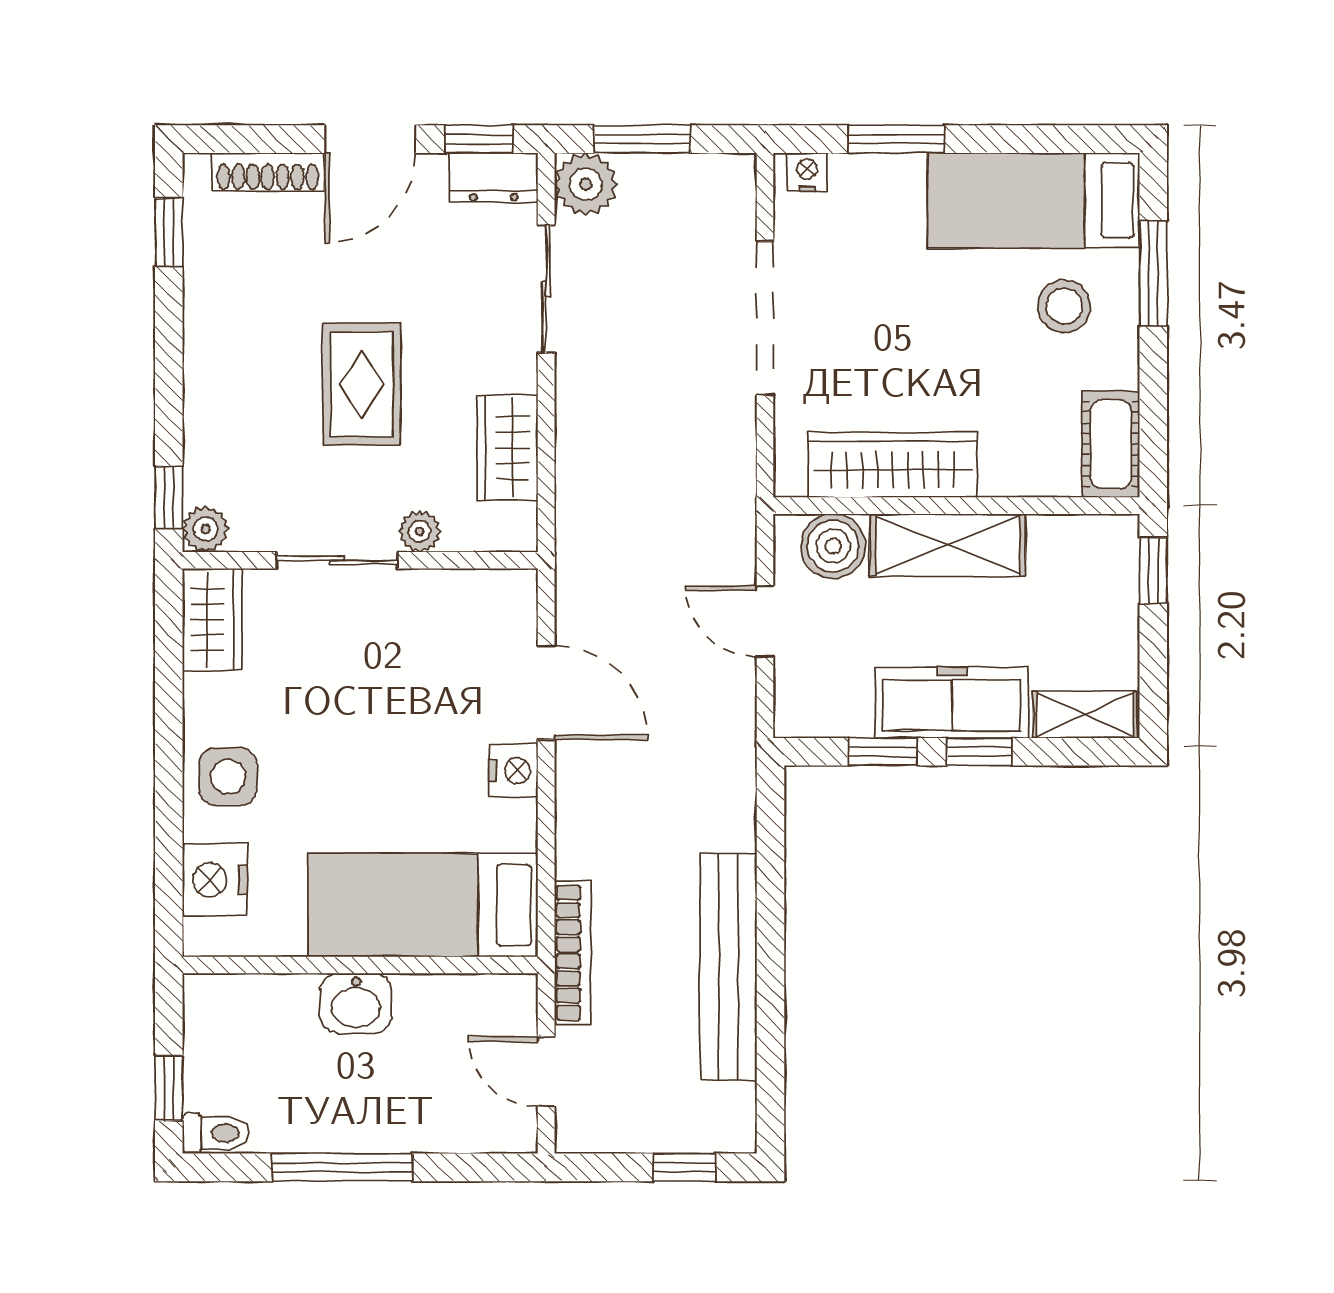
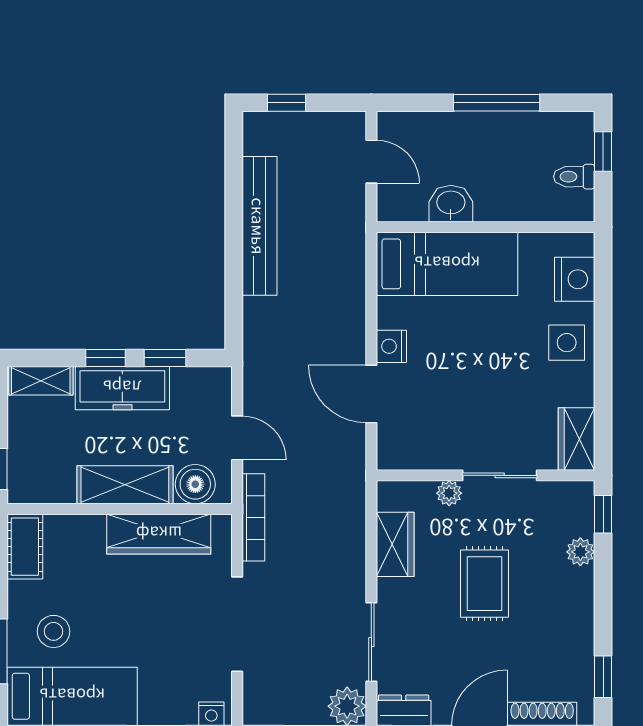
plant: (205, 529) -> (580, 552), moved
bookcase: (573, 953) -> (253, 517), moved, turned 180
washbasin: (356, 1003) -> (451, 204), moved
toilet: (216, 1133) -> (574, 177), moved

